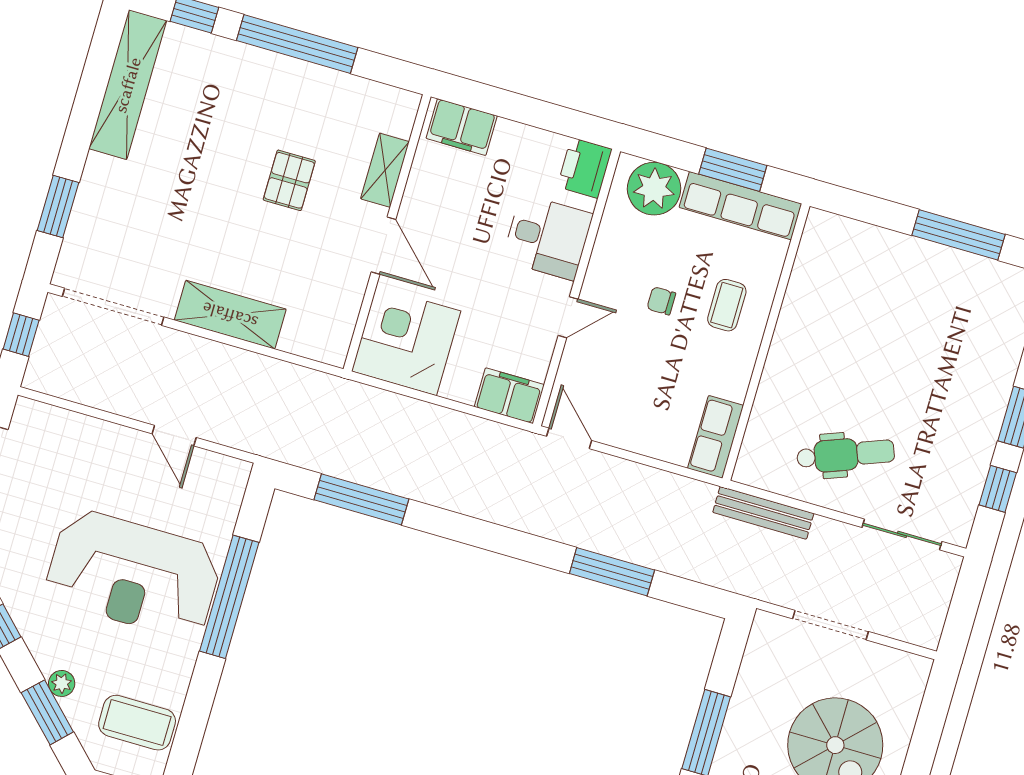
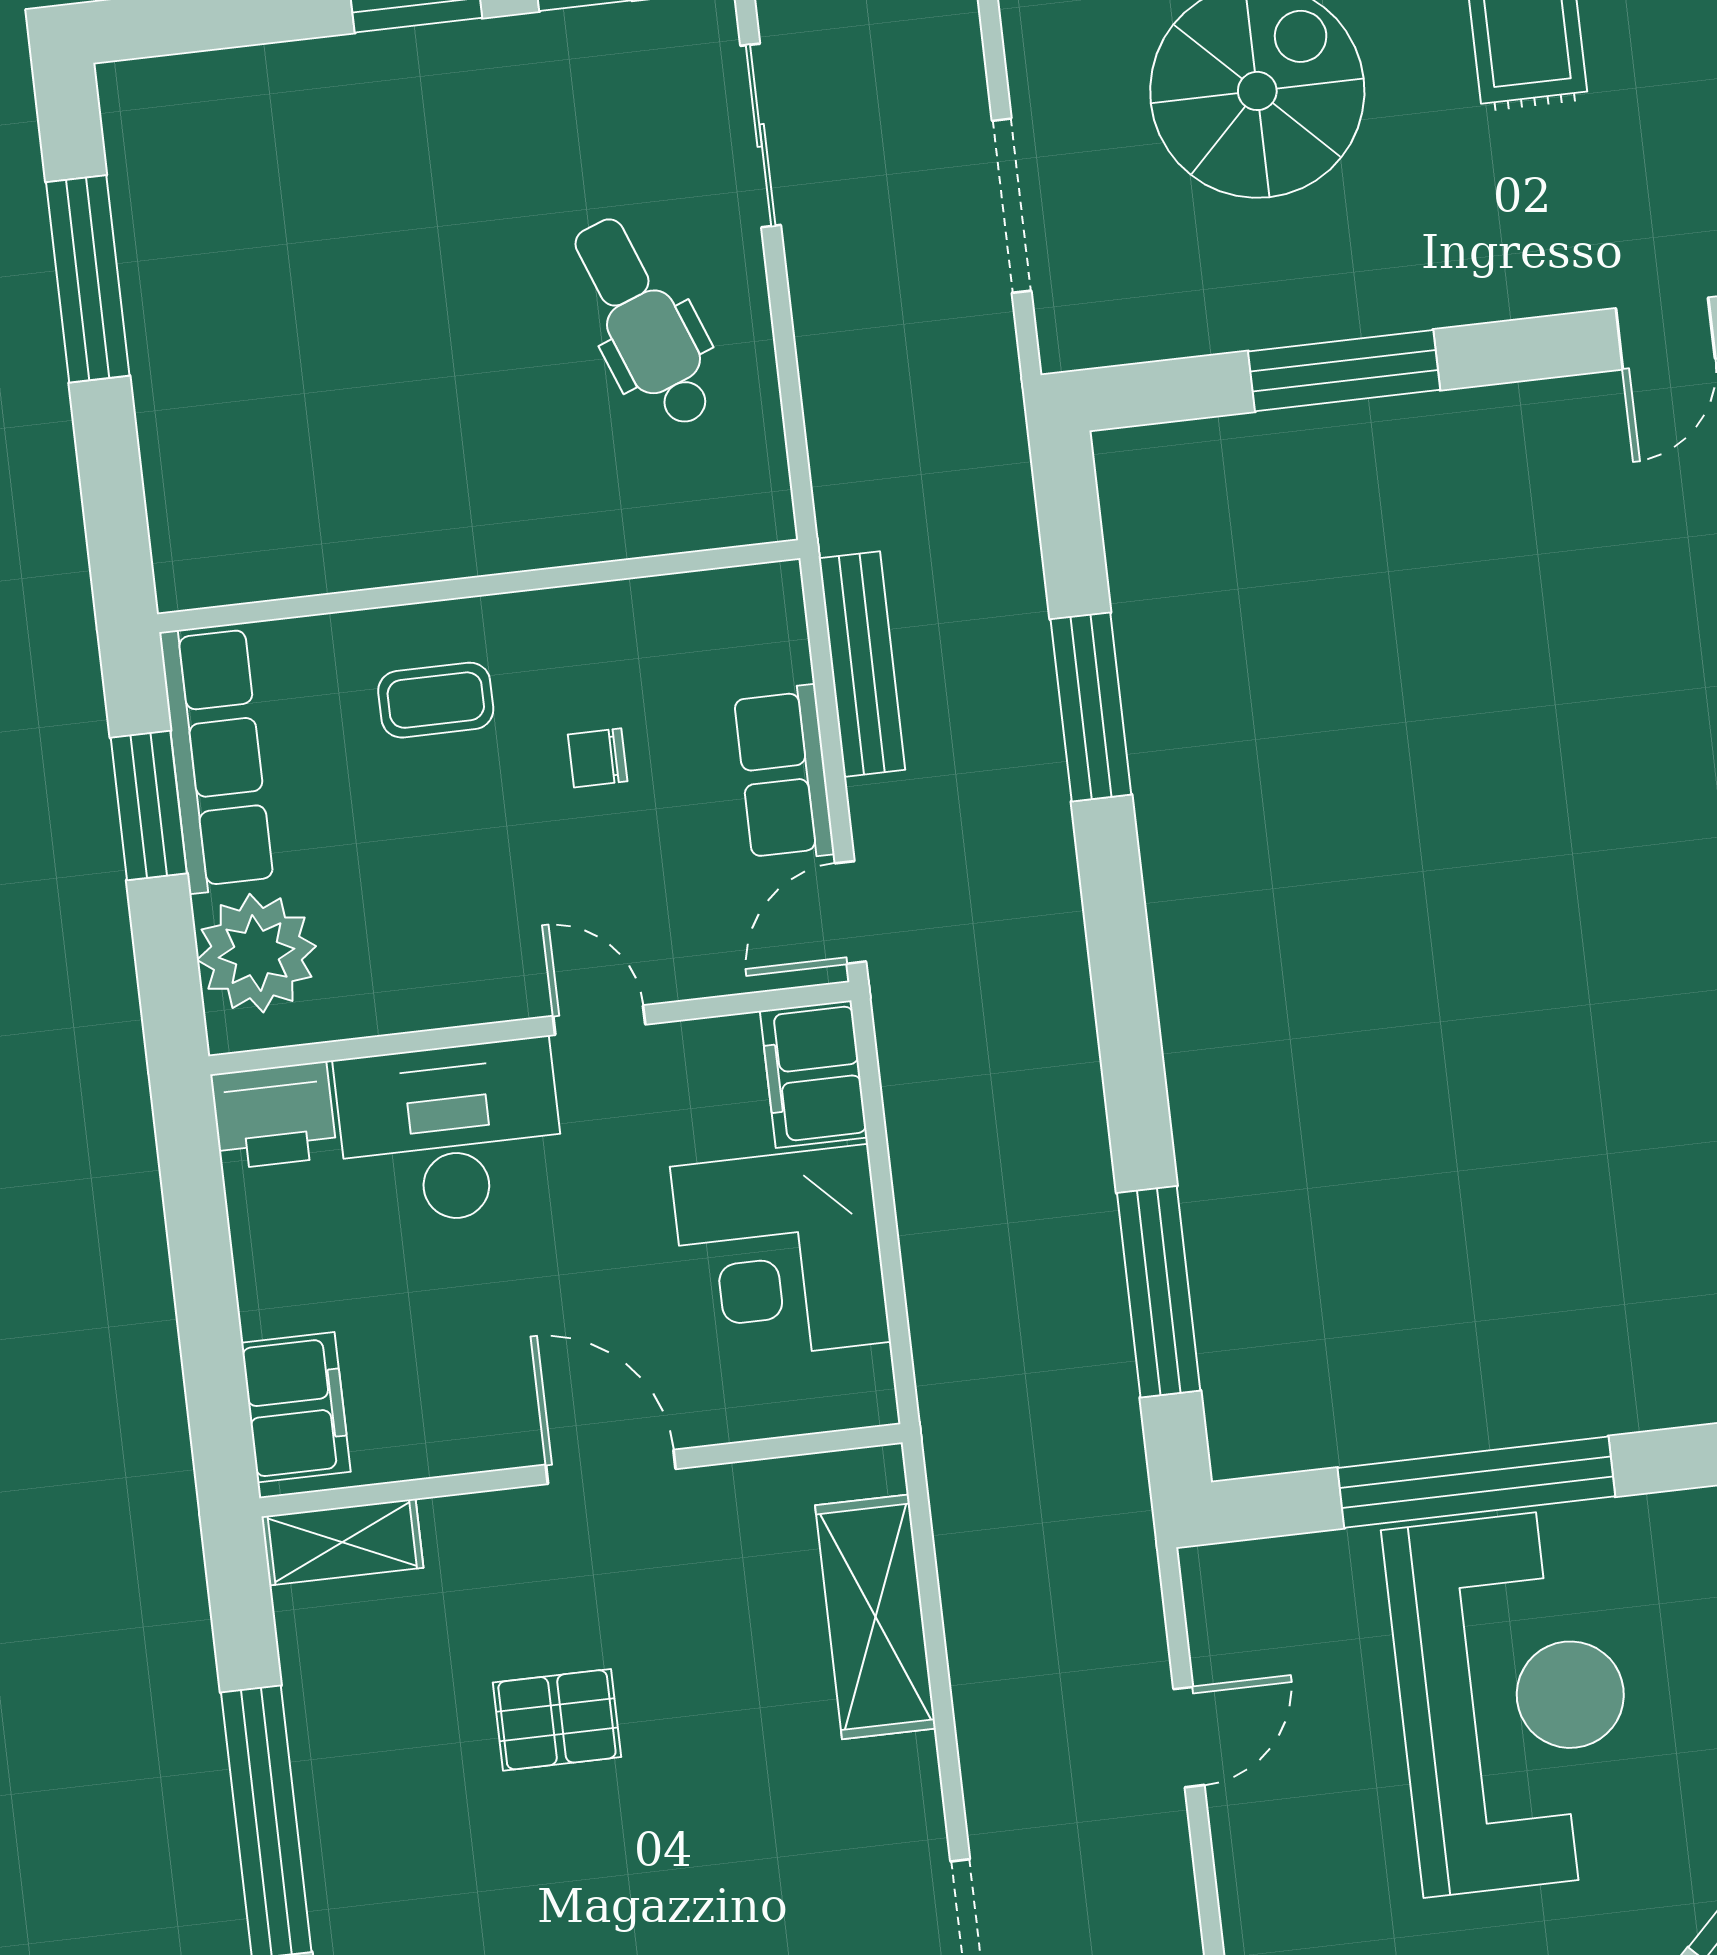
shelving: (385, 170) -> (342, 1542), moved
desk: (547, 237) -> (450, 1133), width x1.37
door: (383, 246) -> (611, 1467), hinge flipped
chair: (661, 301) -> (598, 758), moved, turned 90
shelving: (230, 315) -> (875, 1617), moved
corner desk: (406, 341) -> (780, 1254), moved
row of seats: (716, 437) -> (784, 774), moved, turned 90
bench: (763, 513) -> (862, 664), moved

